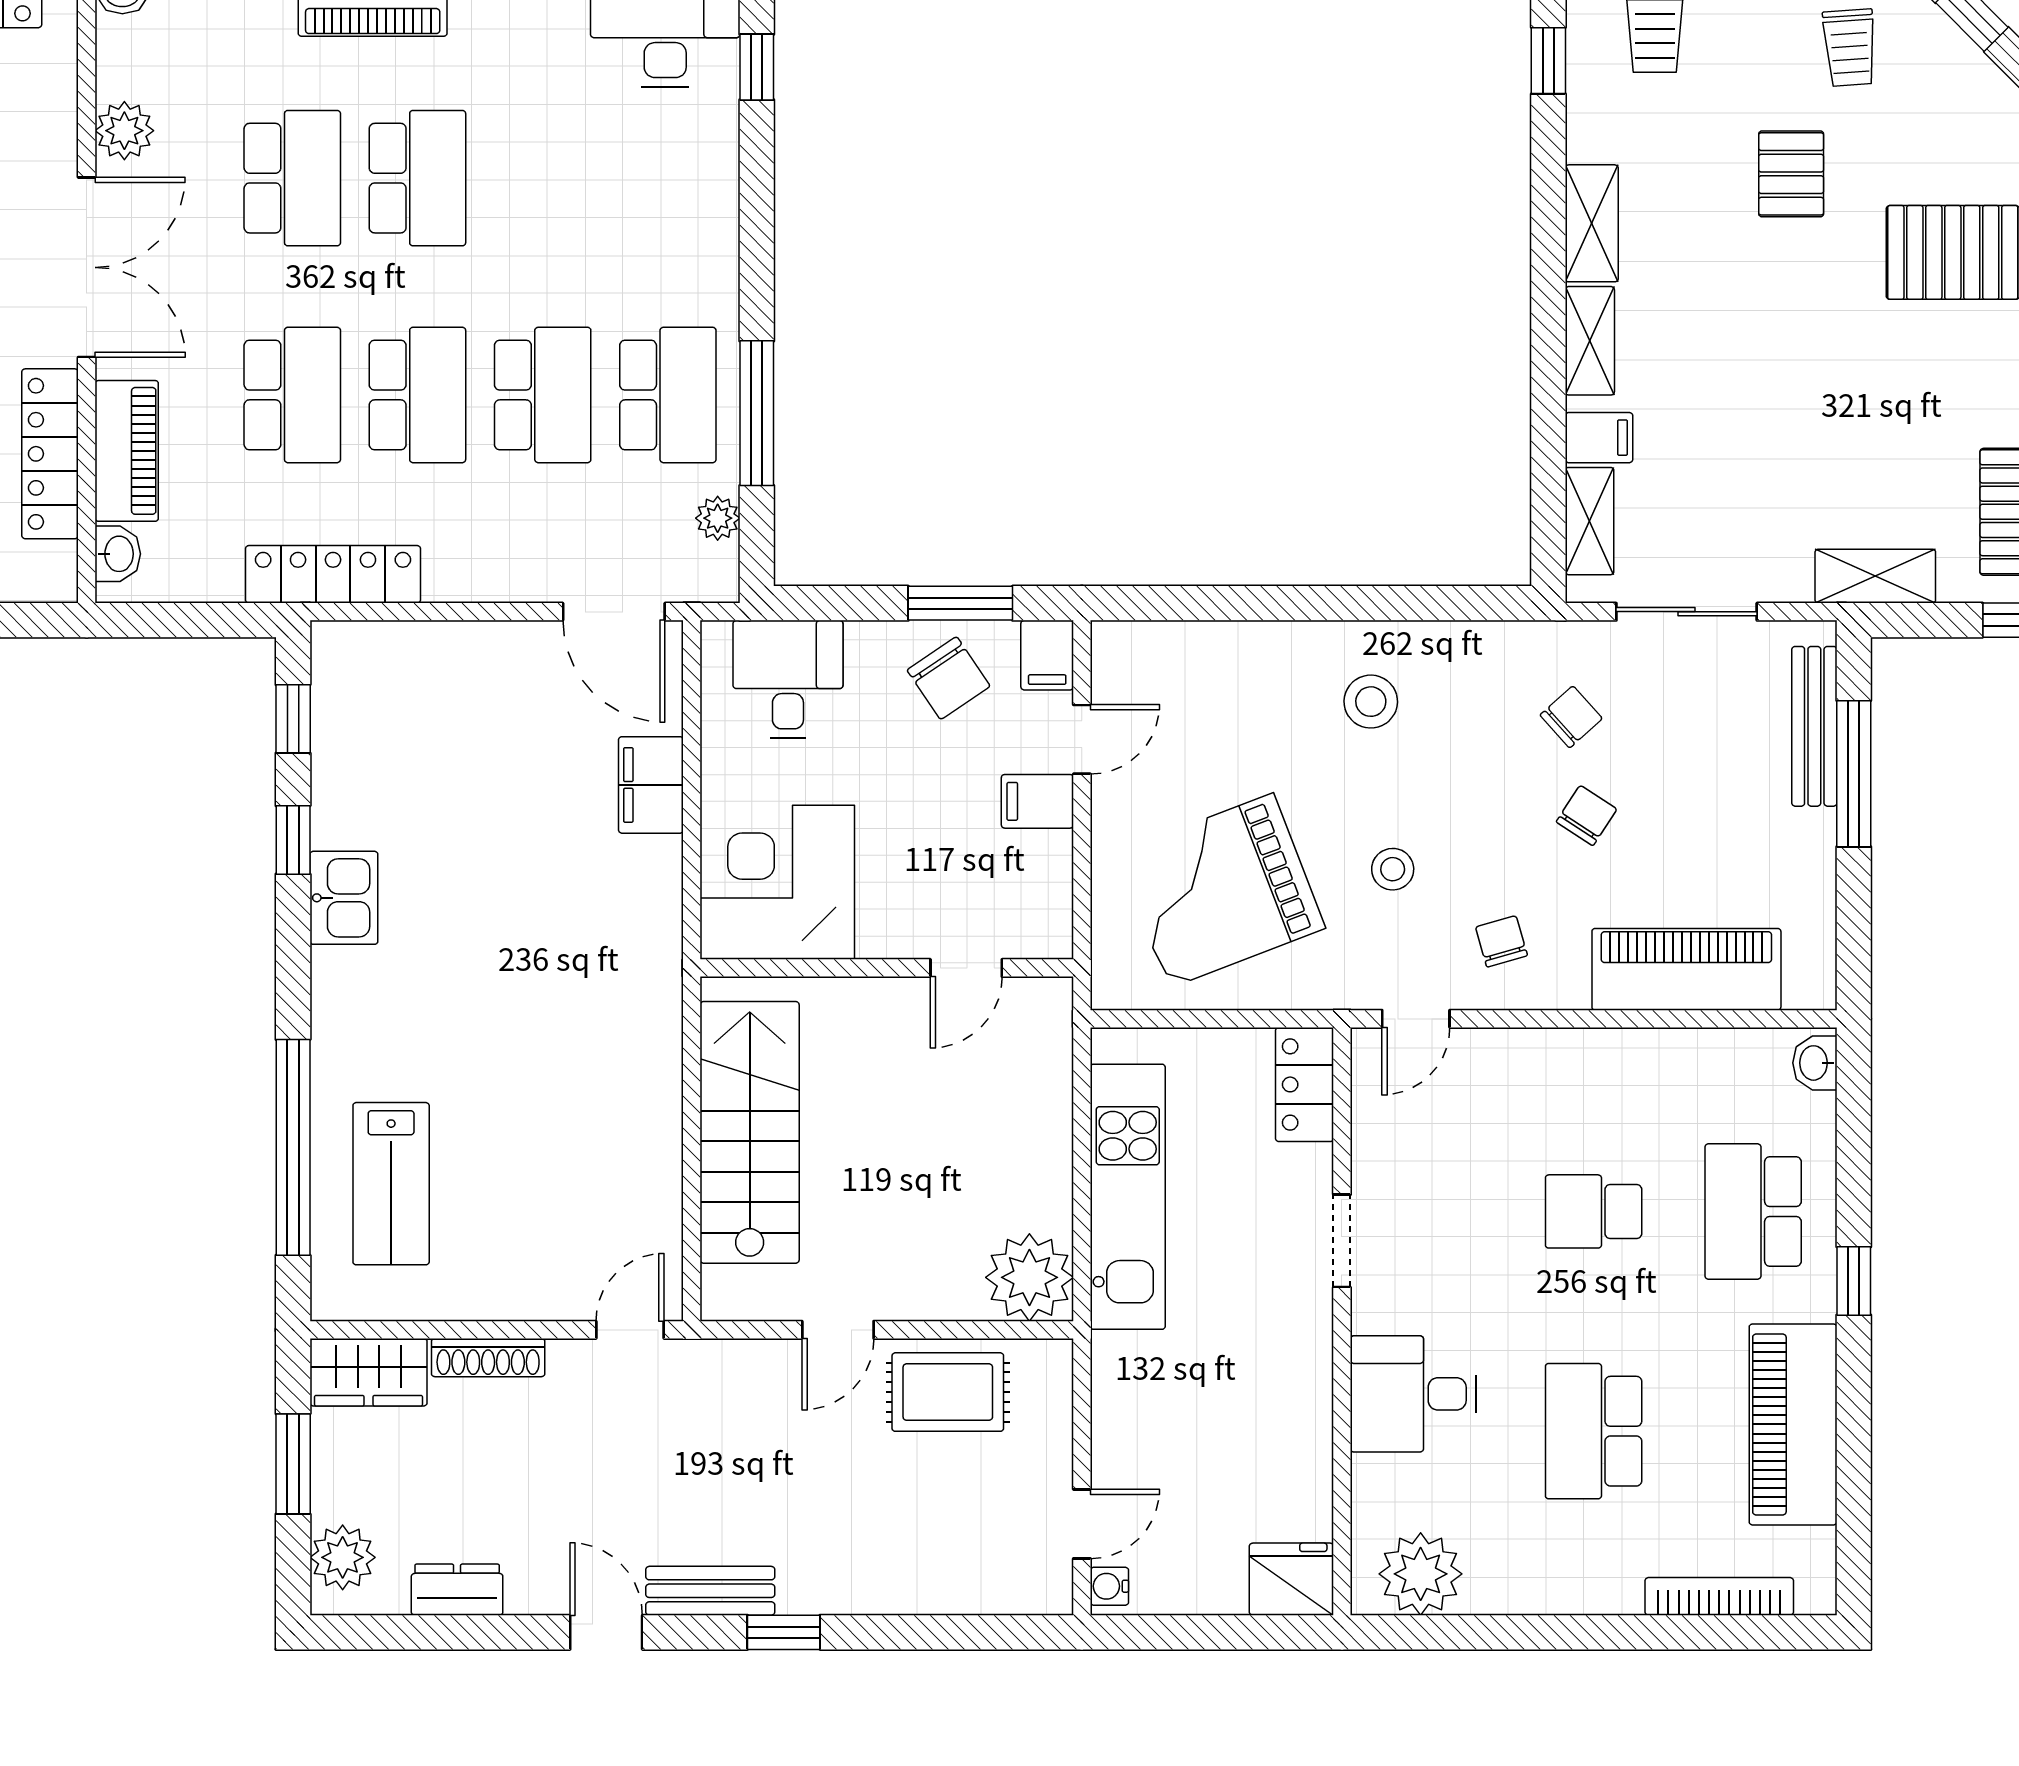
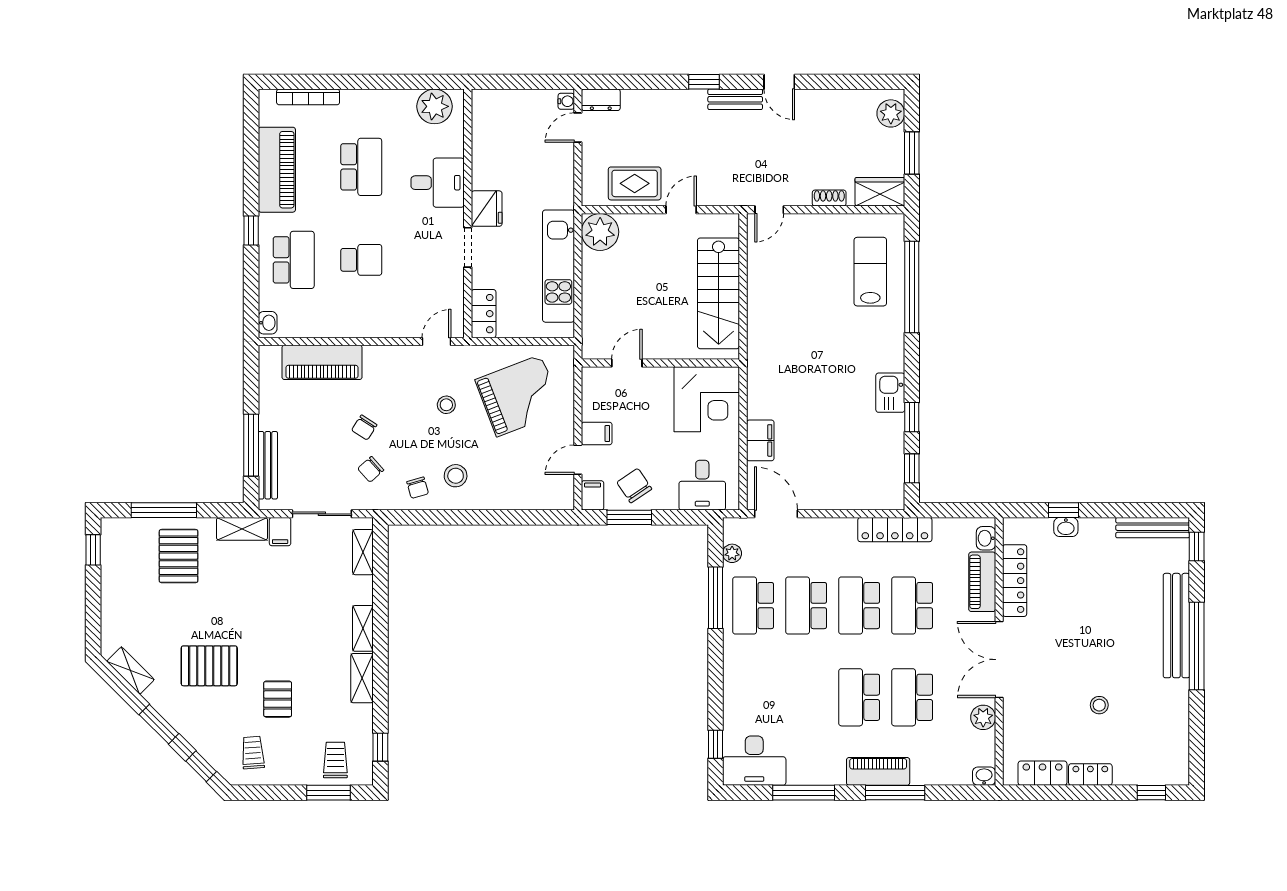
filing cabinet: (1599, 438) -> (280, 532), moved, turned -90
chair: (1501, 941) -> (418, 488), moved
shoe rack: (488, 1358) -> (829, 198), width x0.70
fridge: (1291, 1579) -> (487, 209), moved, turned -90
dresser: (457, 1590) -> (601, 100), moved

